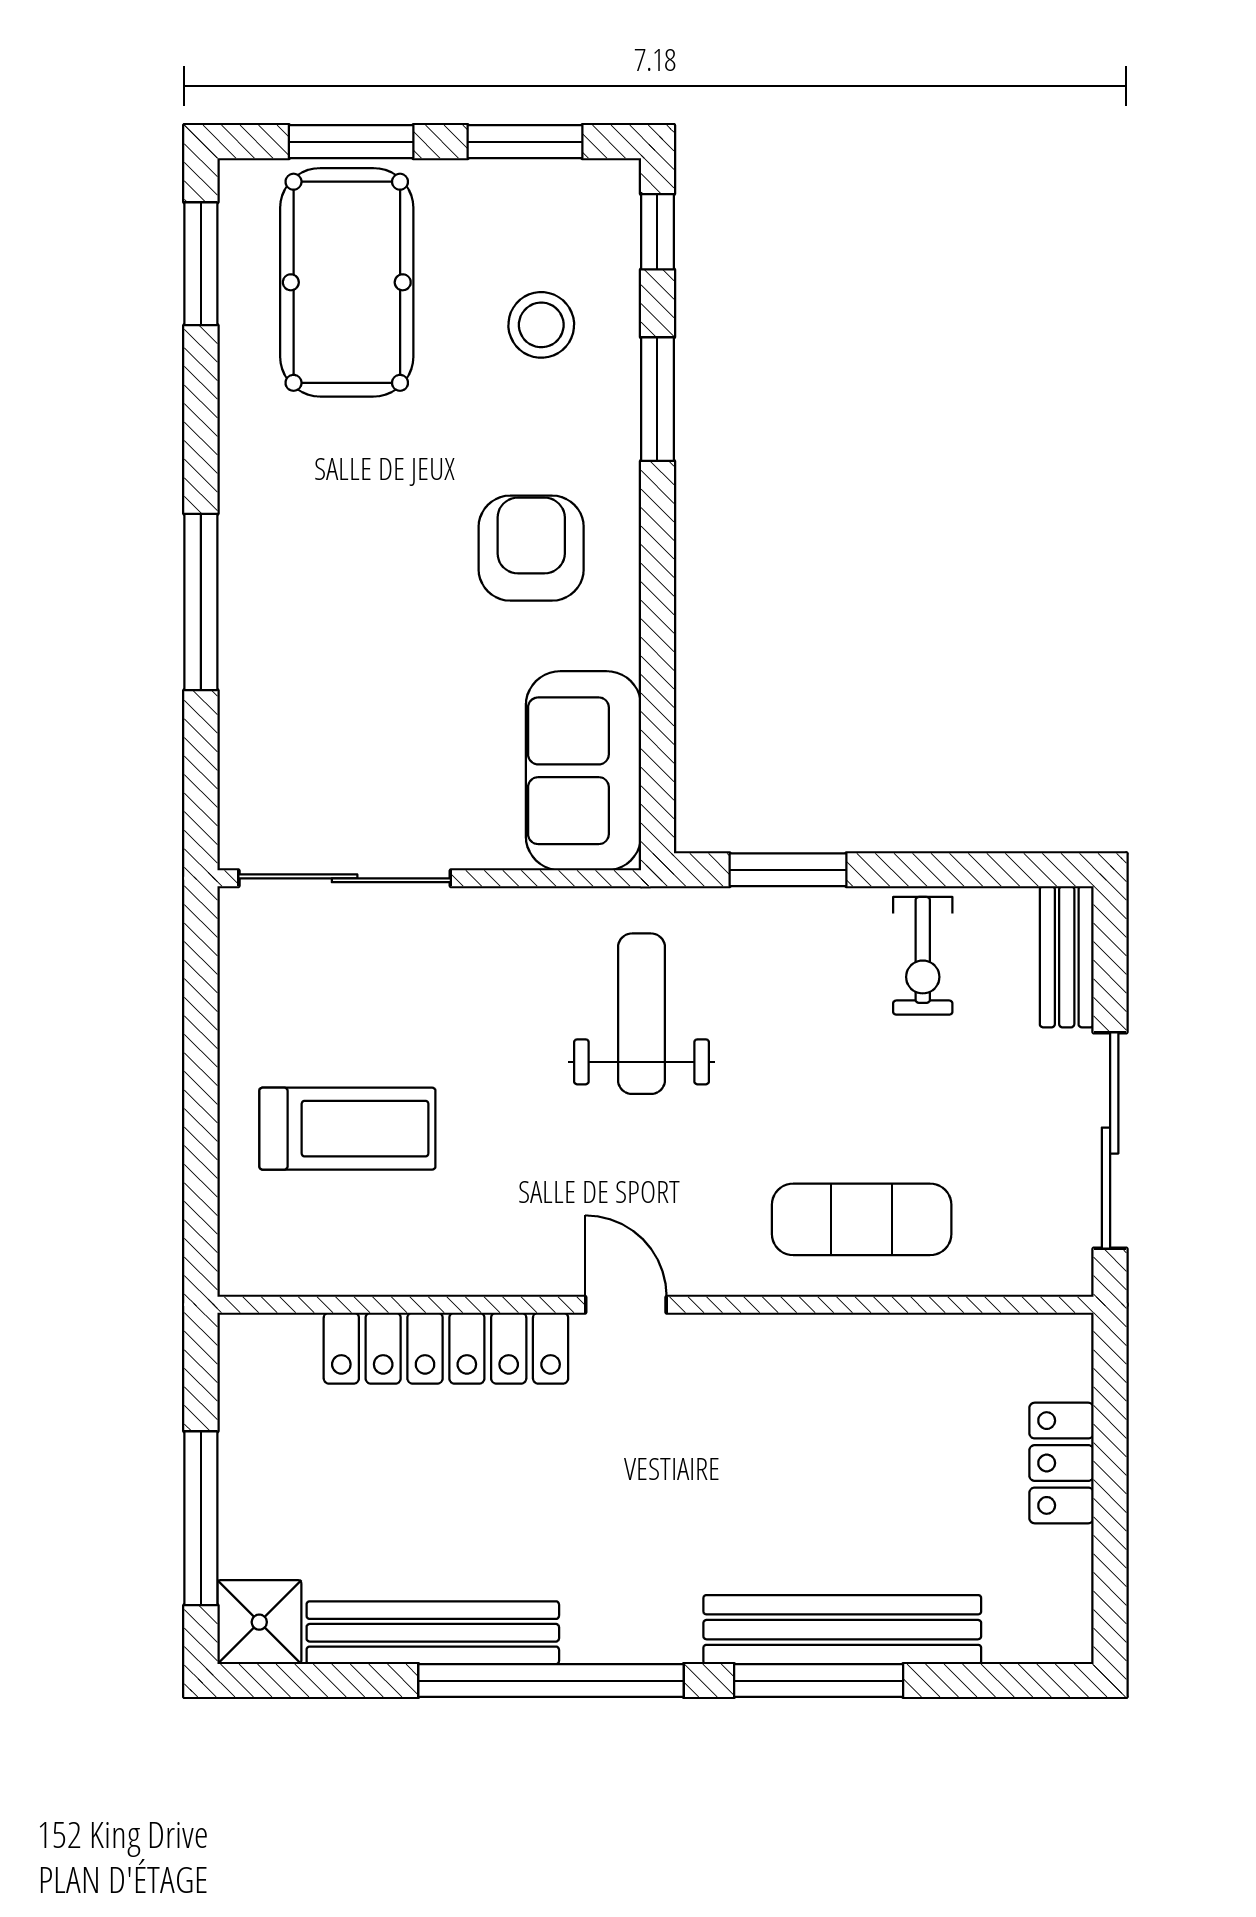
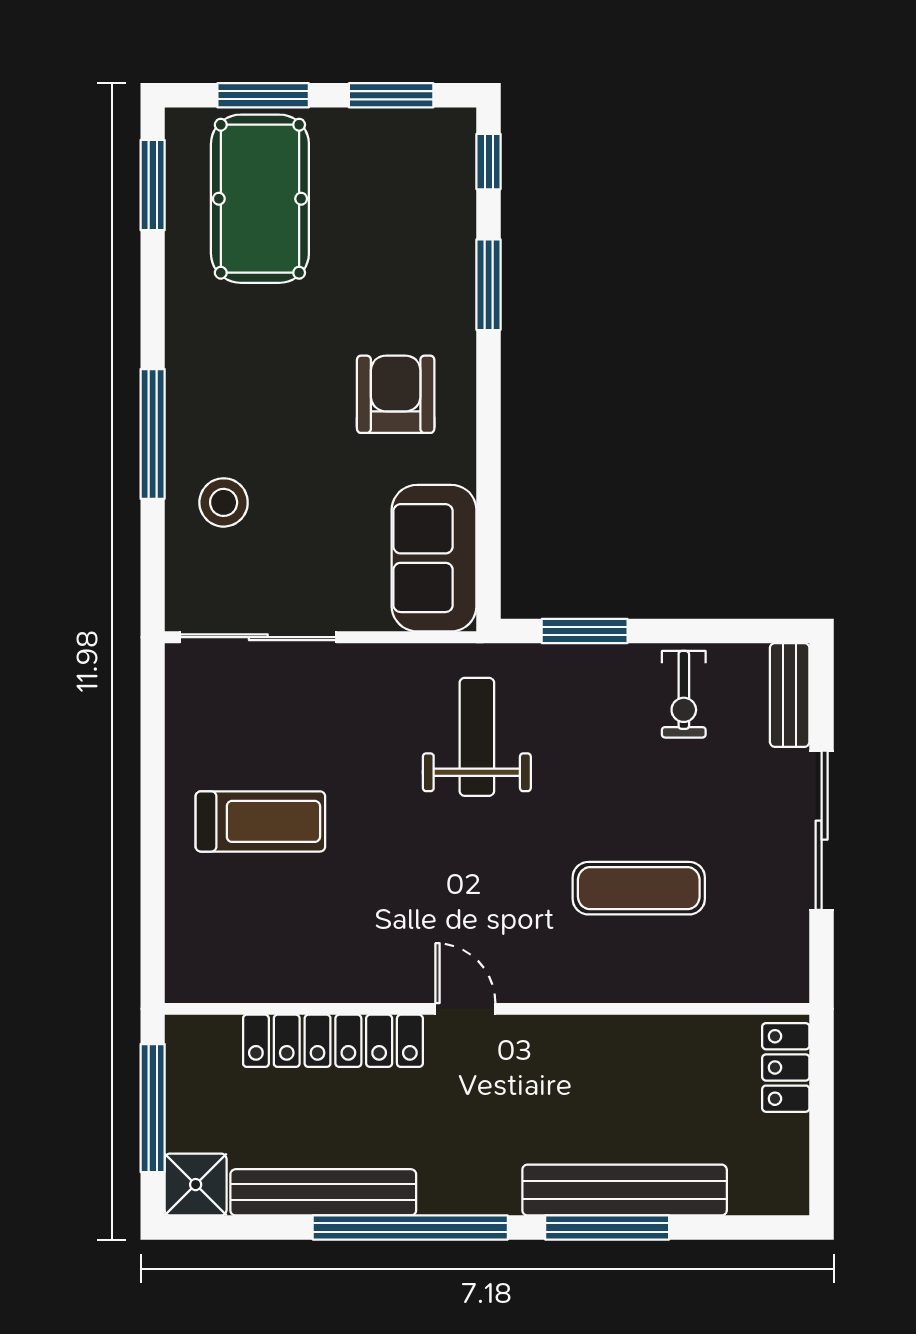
stool: (541, 325) -> (224, 502), moved
door: (626, 1305) -> (465, 1009), moved
wall: (655, 1305) -> (487, 1009), moved
locker: (446, 1348) -> (333, 1041), moved

